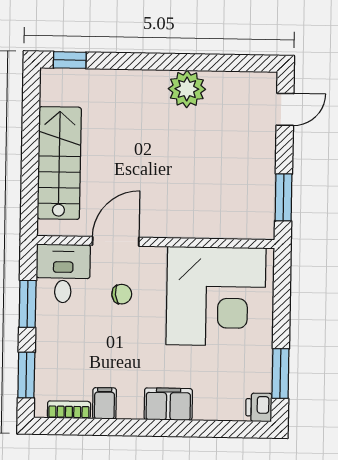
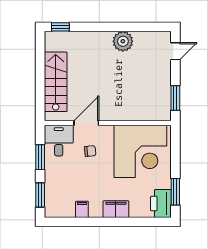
printer: (259, 407) -> (161, 203), width x1.87, depth x1.48
bookcase: (69, 410) -> (63, 213), removed

